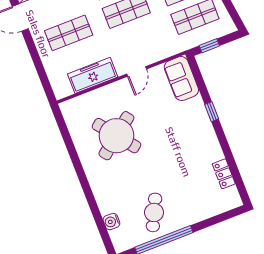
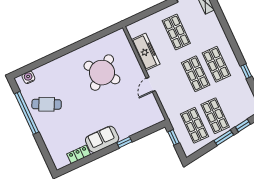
door: (137, 71) -> (151, 84), hinge flipped
sofa: (181, 79) -> (102, 139), moved
water cooler: (111, 222) -> (28, 77), moved

